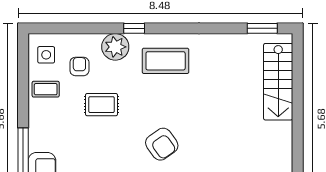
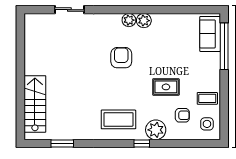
window: (262, 28) -> (62, 144), moved
armchair: (79, 66) -> (182, 115), turned -90
armchair: (162, 144) -> (121, 58), turned 35

